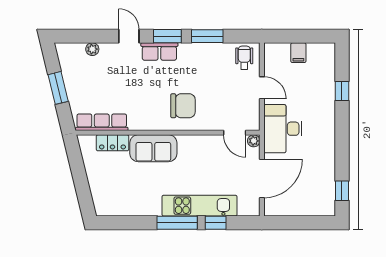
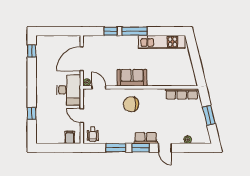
filing cabinet: (298, 53) -> (70, 137), moved
locker: (112, 143) -> (175, 81), removed
sofa: (153, 148) -> (132, 78), moved
kitchen unit: (199, 206) -> (162, 42), moved

